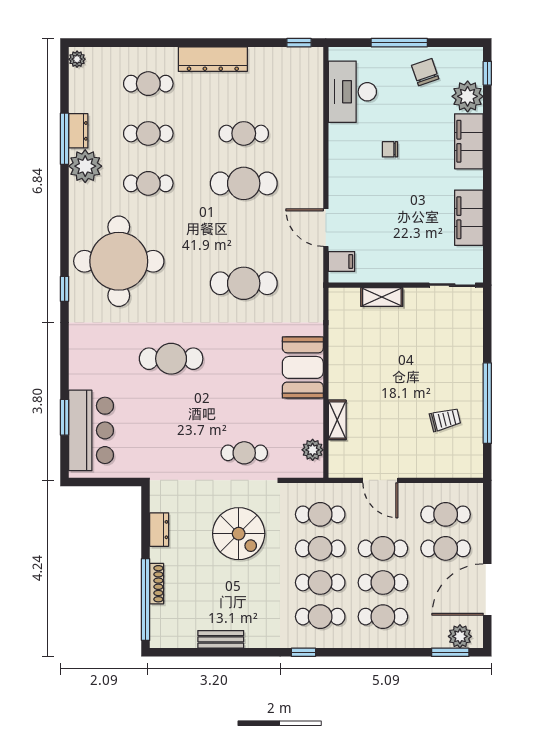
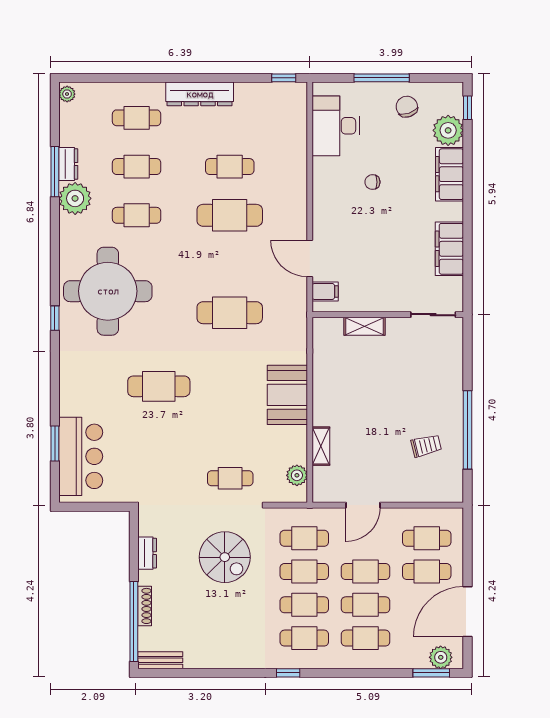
door: (380, 480) -> (363, 505), hinge flipped
bench: (221, 639) -> (160, 660), moved

